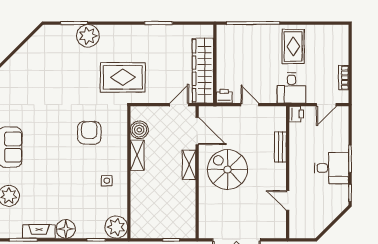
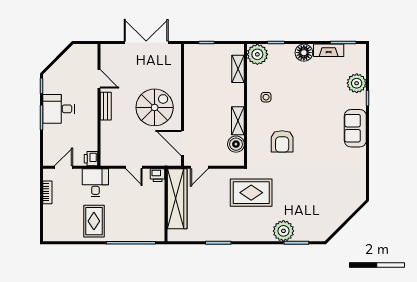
bench: (280, 147) -> (106, 106), moved
shelving: (189, 165) -> (238, 69), moved
spiral stairs: (227, 170) -> (155, 107), turned -90

